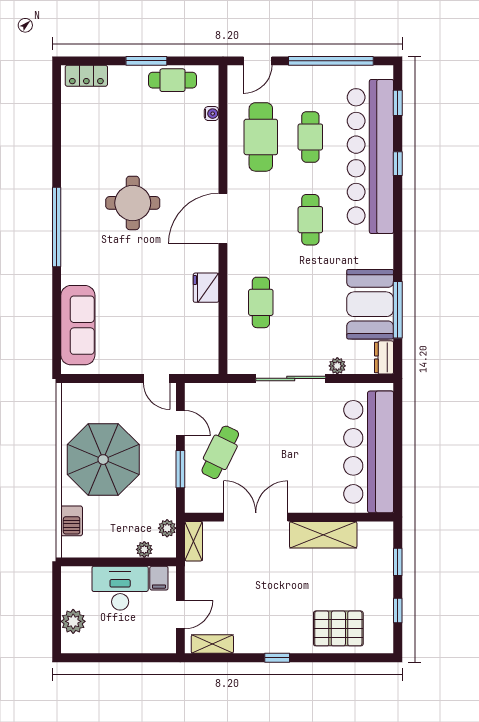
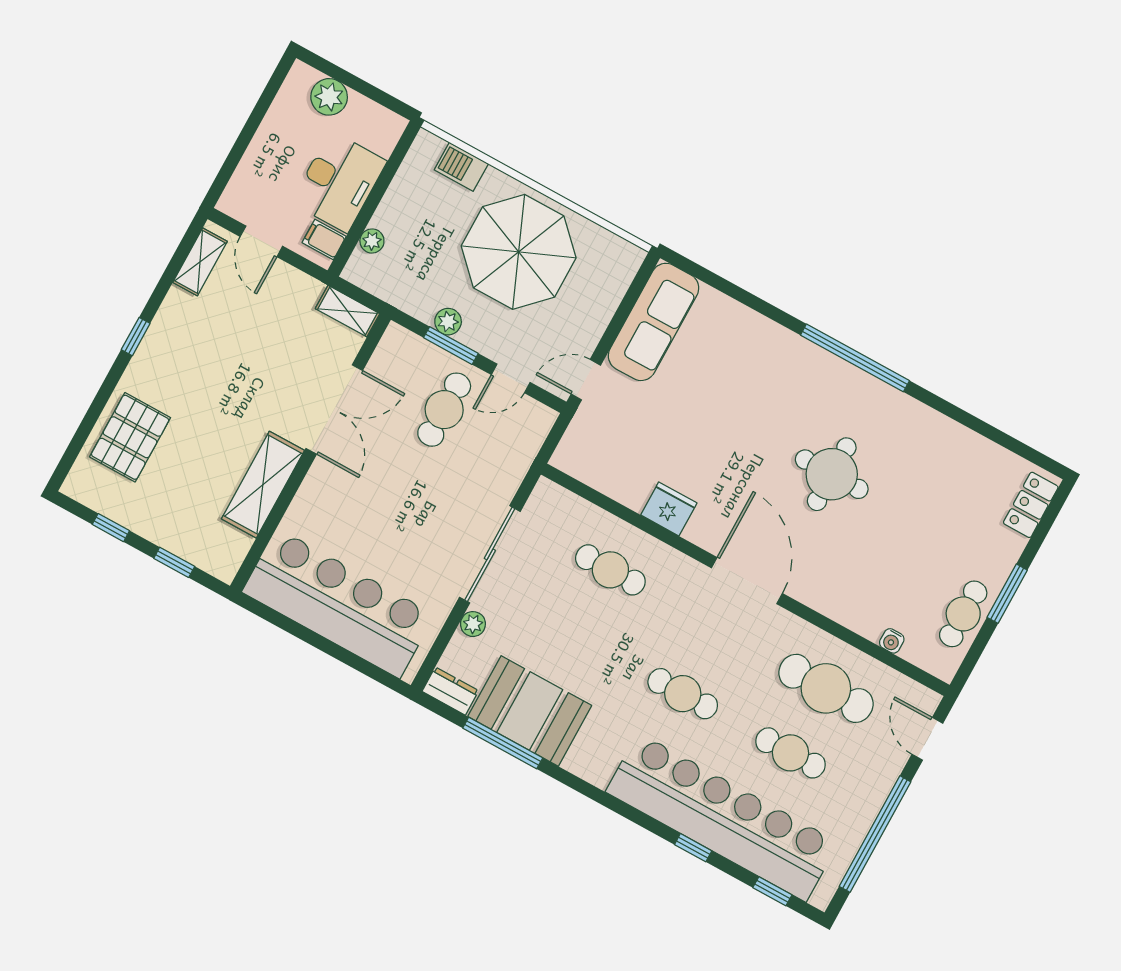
sofa: (78, 325) -> (654, 322), moved, turned -90
cafe table: (220, 452) -> (444, 410), turned 64
plant: (167, 528) -> (448, 322), moved

